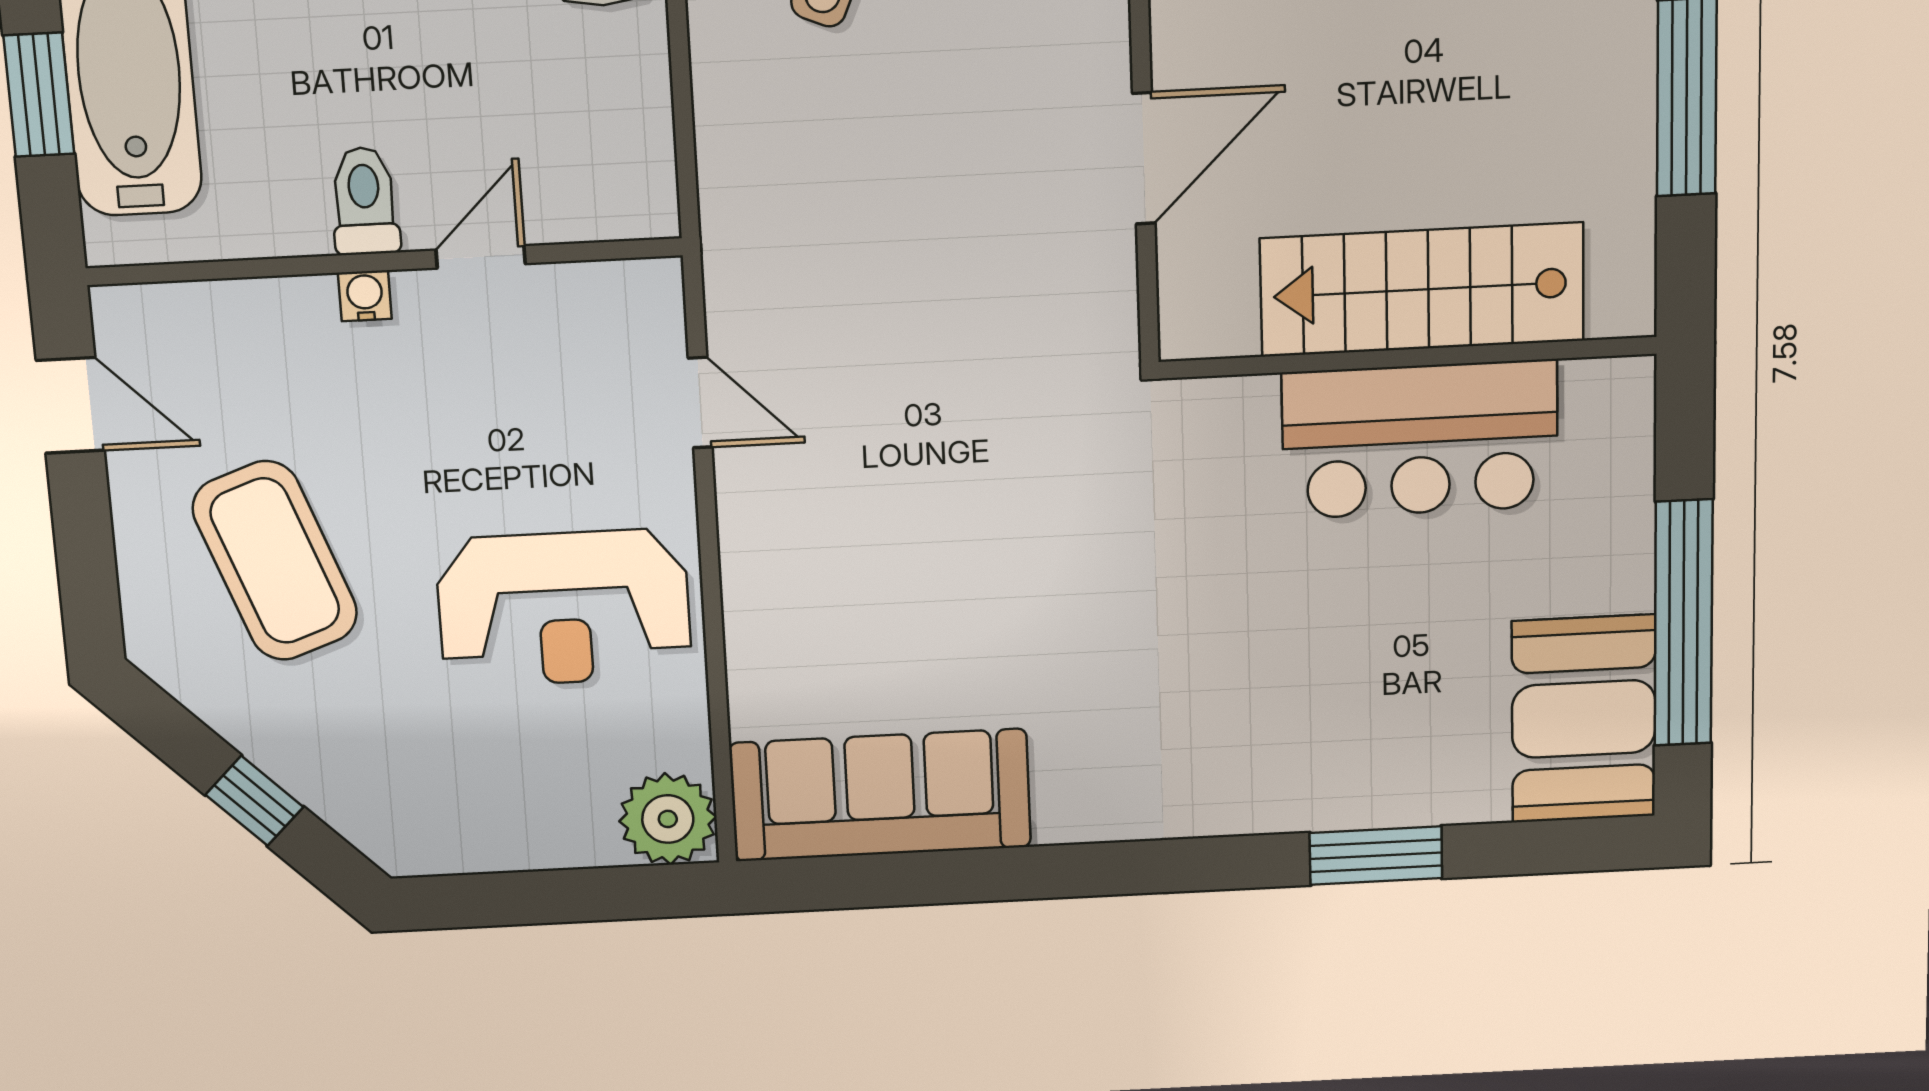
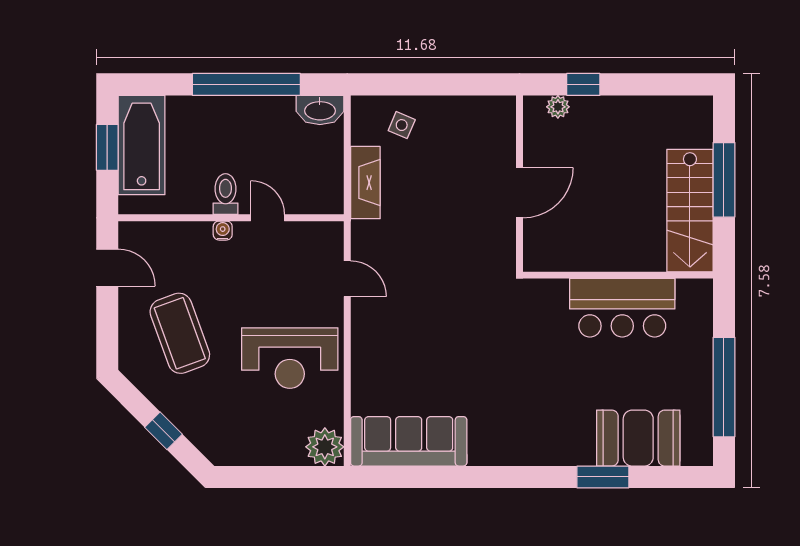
fireplace: (734, 152) -> (365, 183), added
door: (481, 257) -> (268, 218), hinge flipped
stairs: (1422, 290) -> (690, 211), moved, turned -90
booth: (1584, 719) -> (638, 438), moved, turned 90

